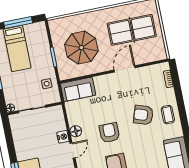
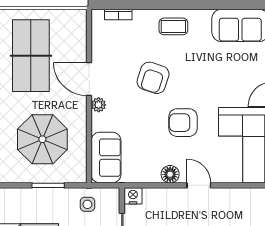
plant: (110, 78) -> (99, 105), added
armchair: (143, 115) -> (153, 78), moved
nightstand: (63, 137) -> (133, 196), moved

